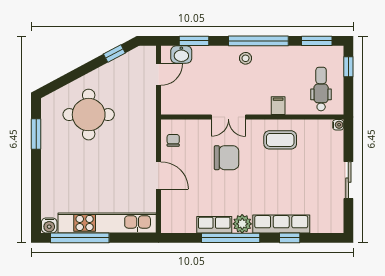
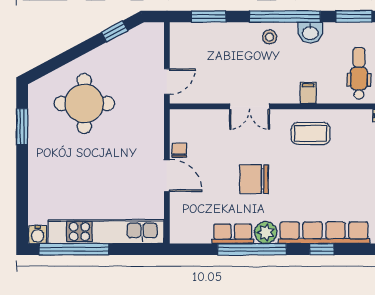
washbasin: (181, 55) -> (310, 33), moved
door: (159, 74) -> (167, 82), moved
chair: (173, 140) -> (179, 150), moved
chair: (227, 158) -> (254, 179), moved, turned 180
row of seats: (281, 224) -> (324, 233), width x1.36

